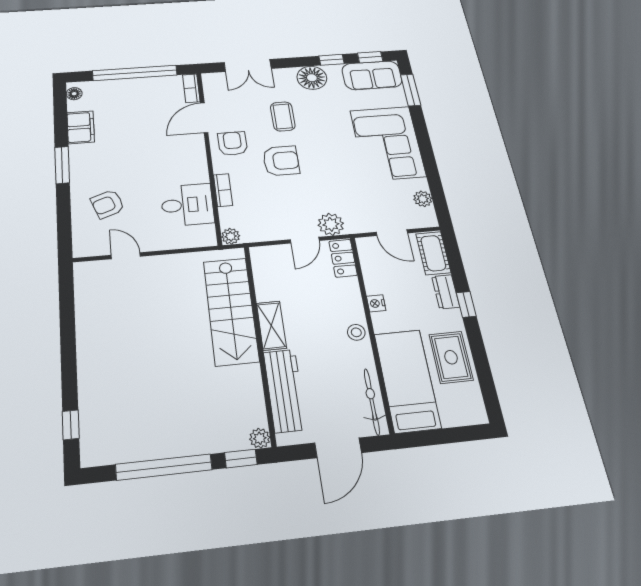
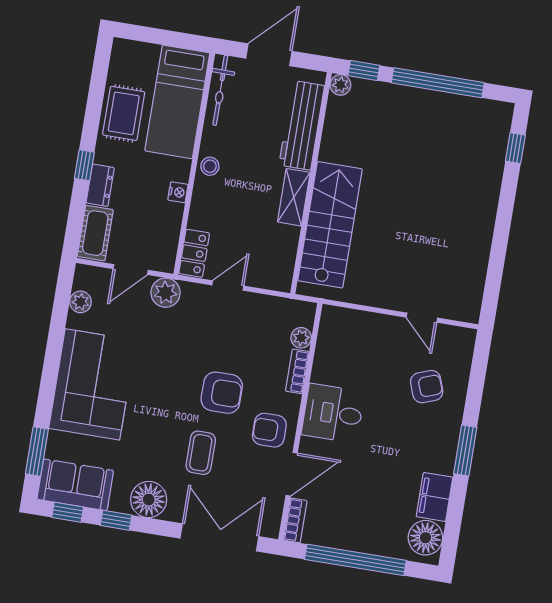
double door: (248, 65) -> (219, 537), width x1.37
floor lamp: (74, 94) -> (425, 538), width x1.89, depth x1.89
armchair: (233, 144) -> (269, 430), turned 90
armchair: (281, 161) -> (222, 393), turned 180
desk: (187, 205) -> (333, 413), moved
plant: (331, 224) -> (166, 293), moved
door: (392, 233) -> (131, 269), swing flipped
plant: (231, 236) -> (301, 338), moved

